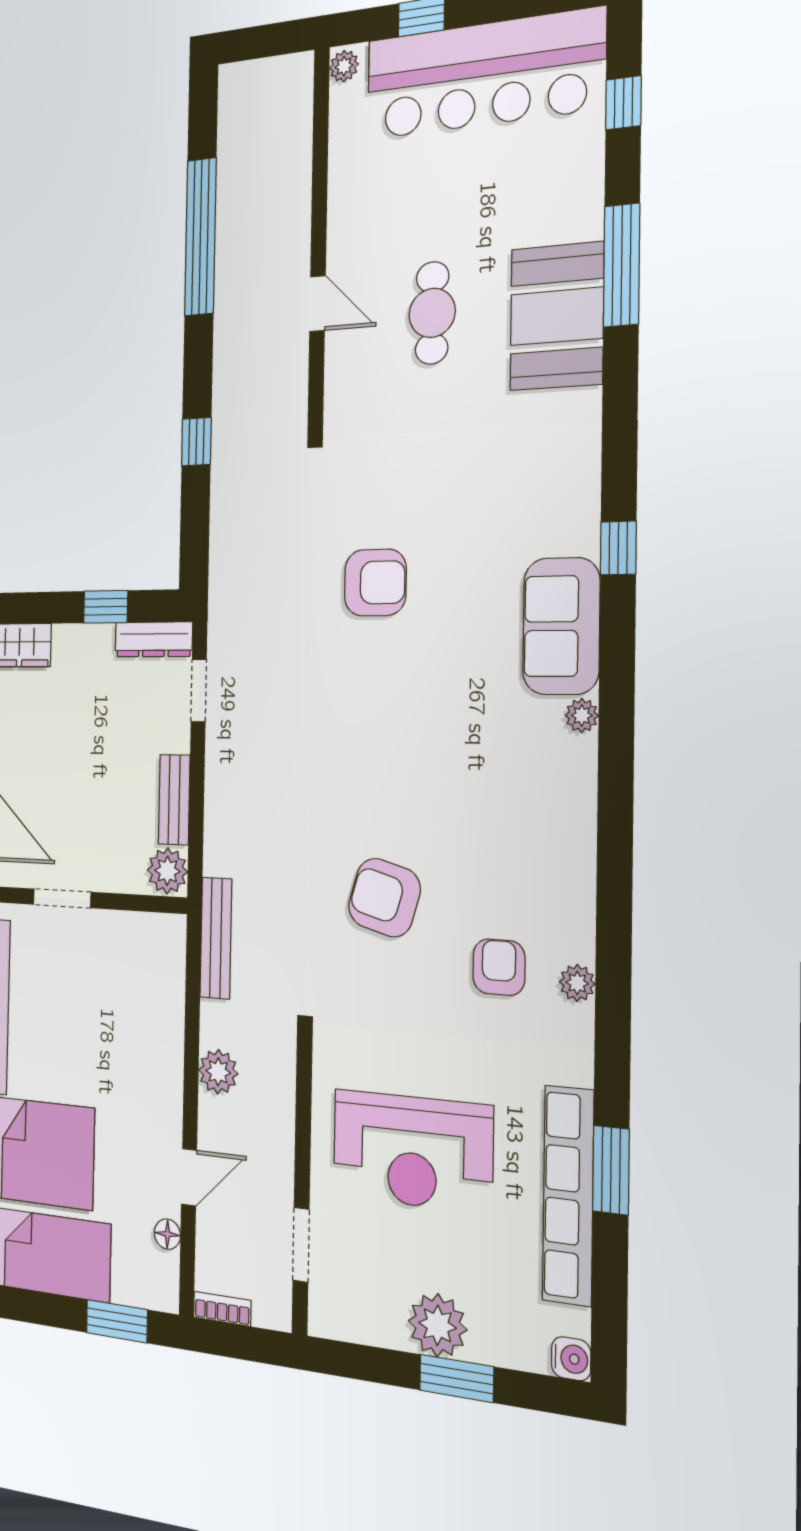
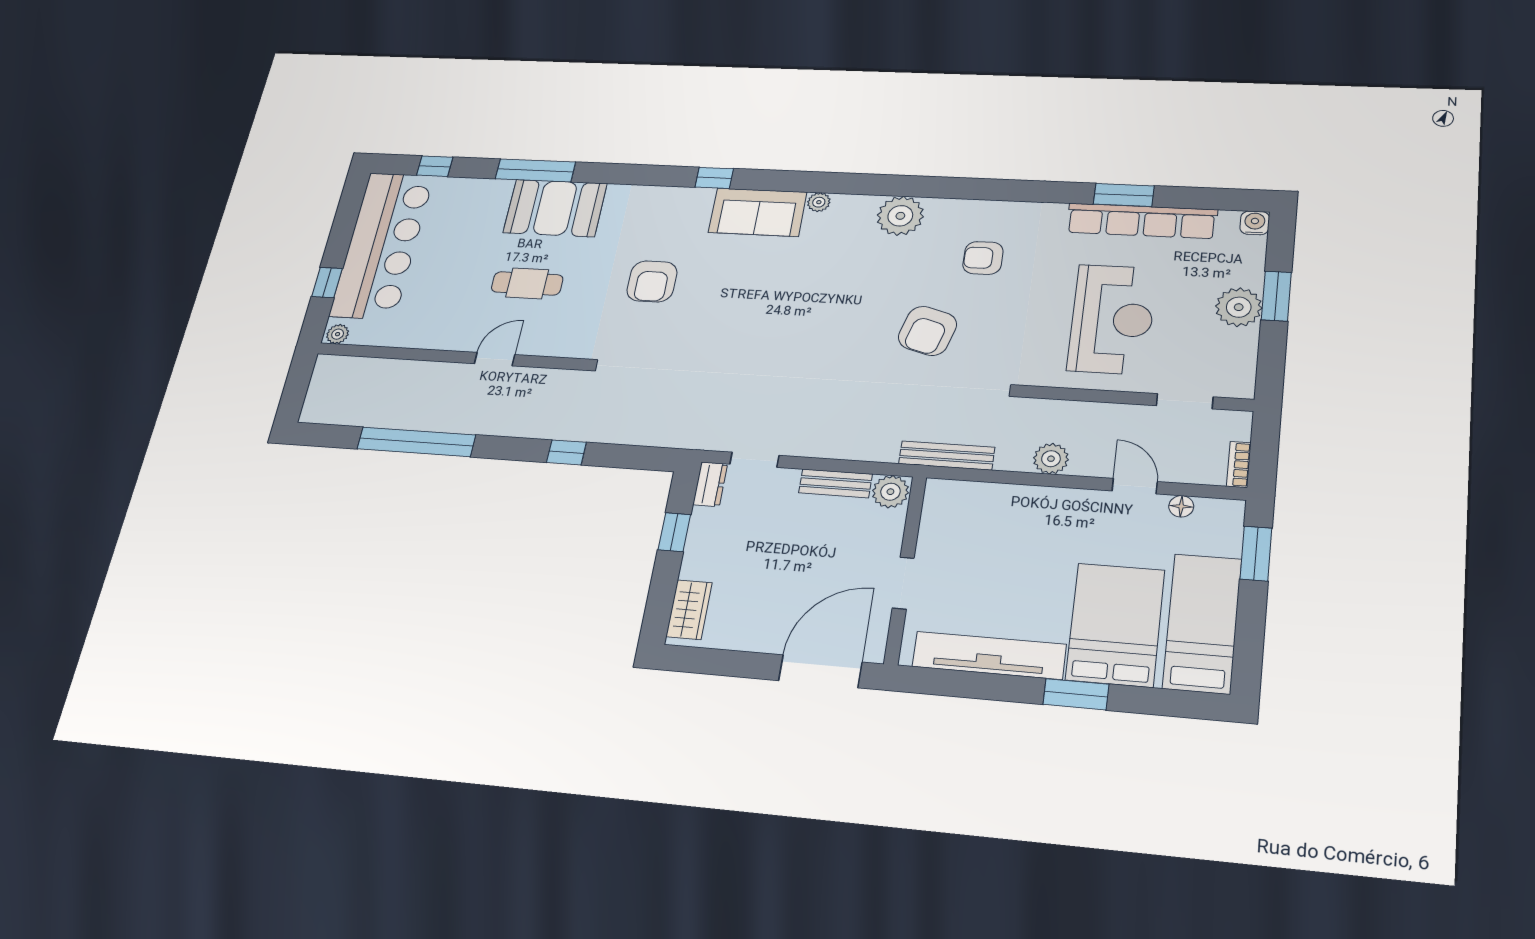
armchair: (375, 583) -> (652, 281), moved, turned 180
dresser: (154, 639) -> (710, 484), width x0.70
plant: (577, 983) -> (900, 216), moved, width x1.87, depth x1.87

